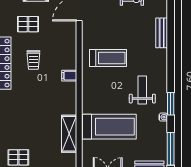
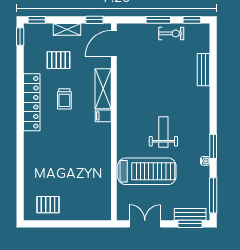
treadmill: (108, 58) -> (145, 97), removed
weight bench: (142, 90) -> (163, 132), moved
shelving: (69, 134) -> (103, 89), moved

